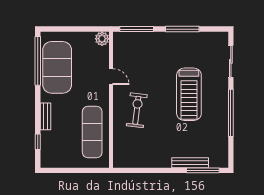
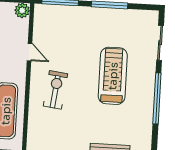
treadmill: (189, 94) -> (113, 76), turned 180

